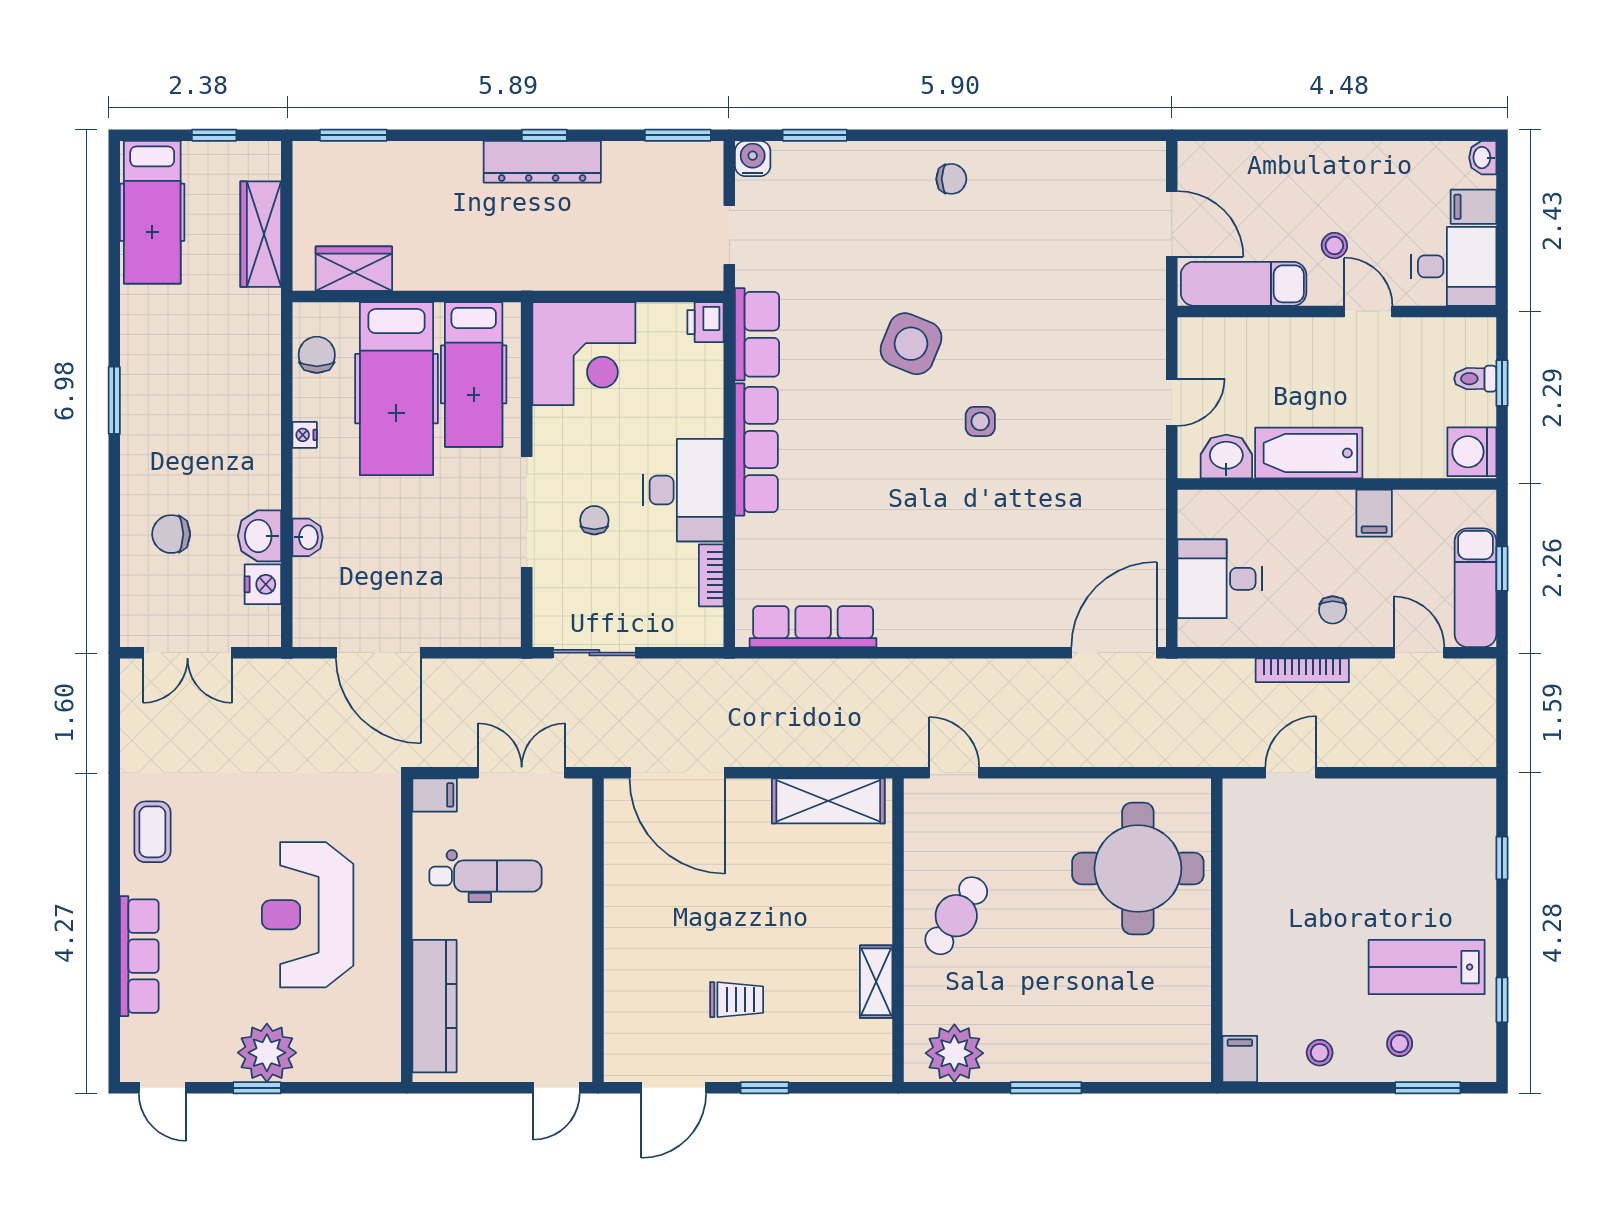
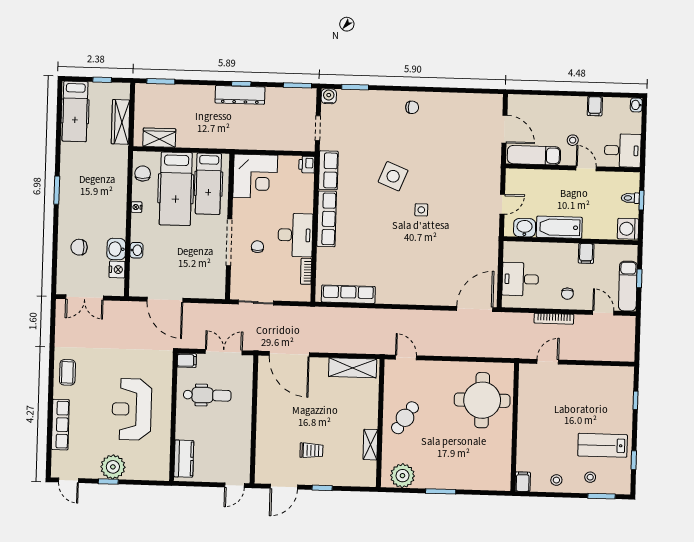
filing cabinet: (1473, 207) -> (595, 106), moved, turned -90
kitchen counter: (434, 1006) -> (184, 459), width x0.67

